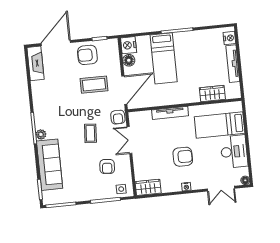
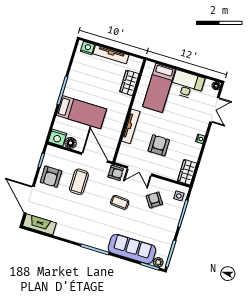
plant: (41, 134) -> (158, 262), moved
armchair: (183, 157) -> (159, 145), moved
armchair: (107, 167) -> (154, 200), turned -129

